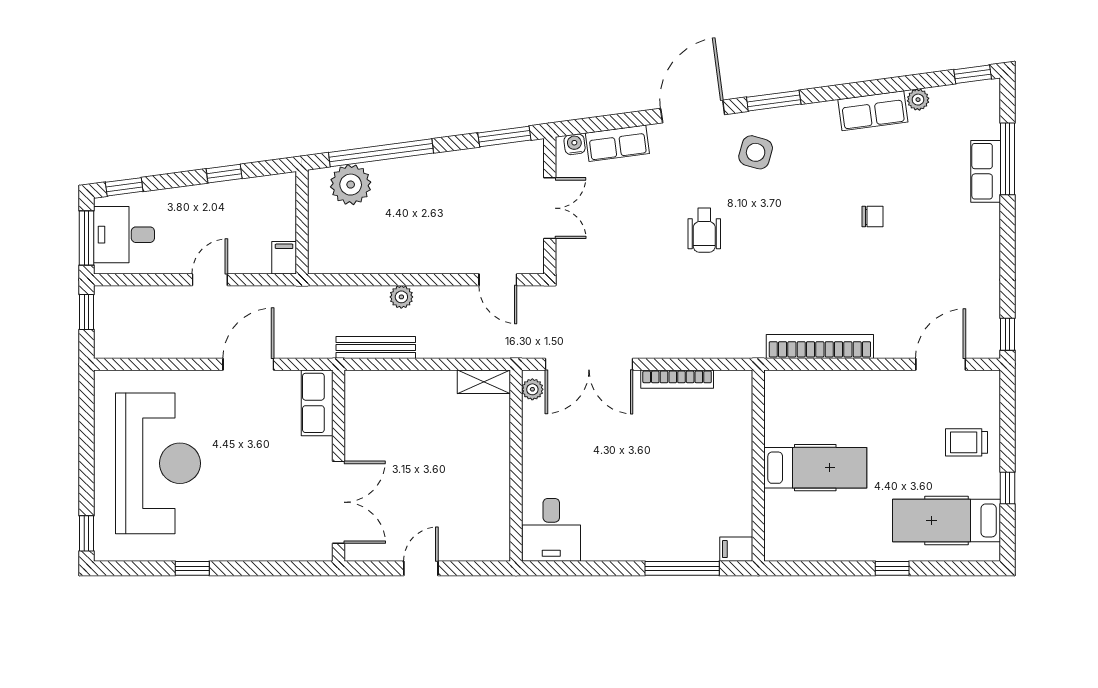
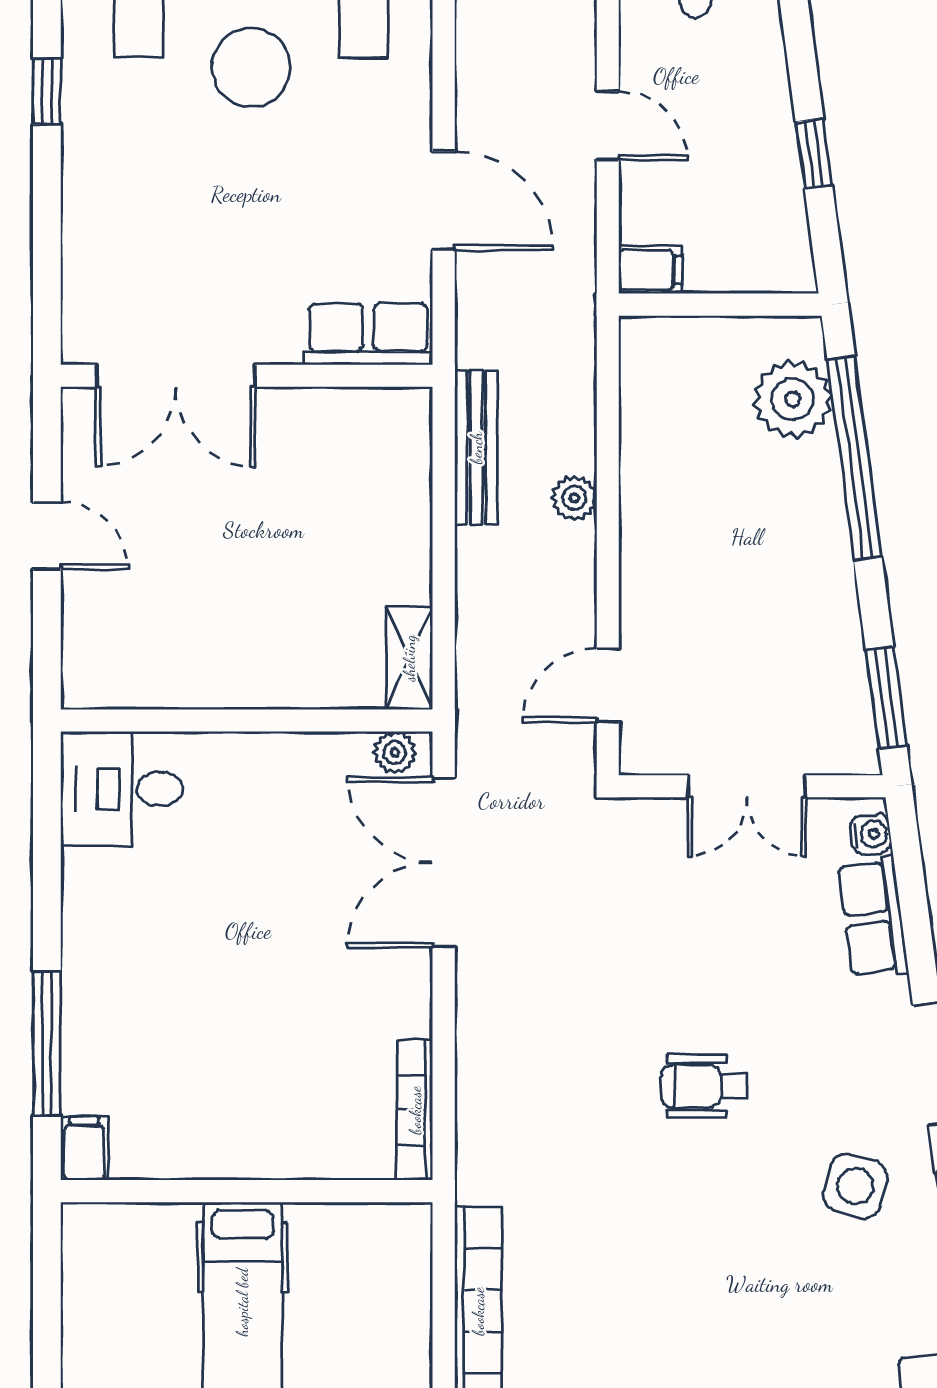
bookcase: (677, 379) -> (415, 1110), moved

